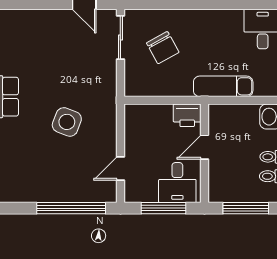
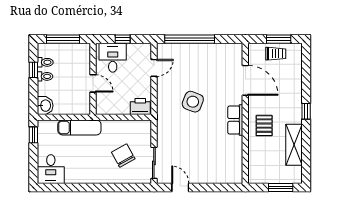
printer: (187, 115) -> (140, 106), moved
door: (204, 147) -> (93, 83), hinge flipped
window: (164, 208) -> (123, 39), width x0.46

